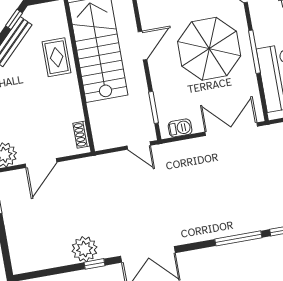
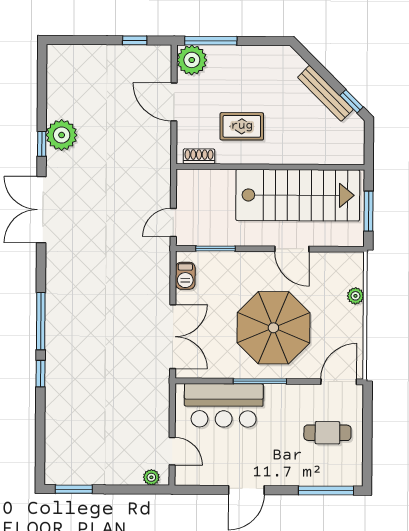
rug: (57, 57) -> (242, 126), moved

